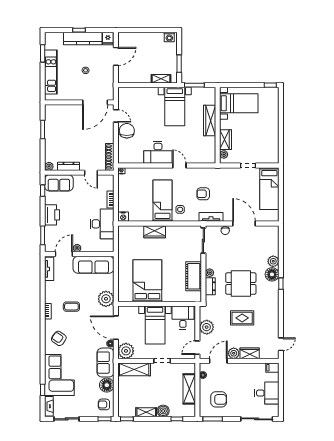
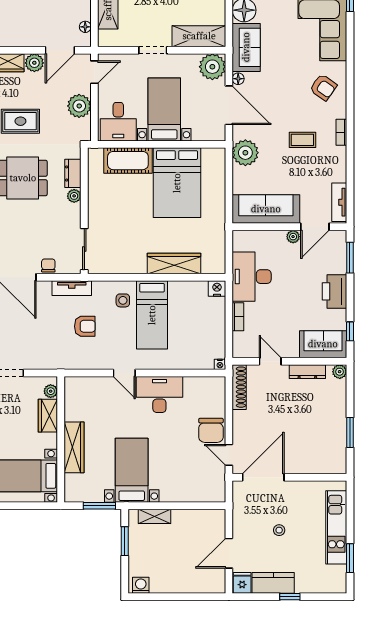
kitchen counter: (83, 39) -> (273, 583), width x0.67
wardrobe: (155, 232) -> (174, 264), width x1.50
cot: (194, 276) -> (128, 161), moved, turned 90

